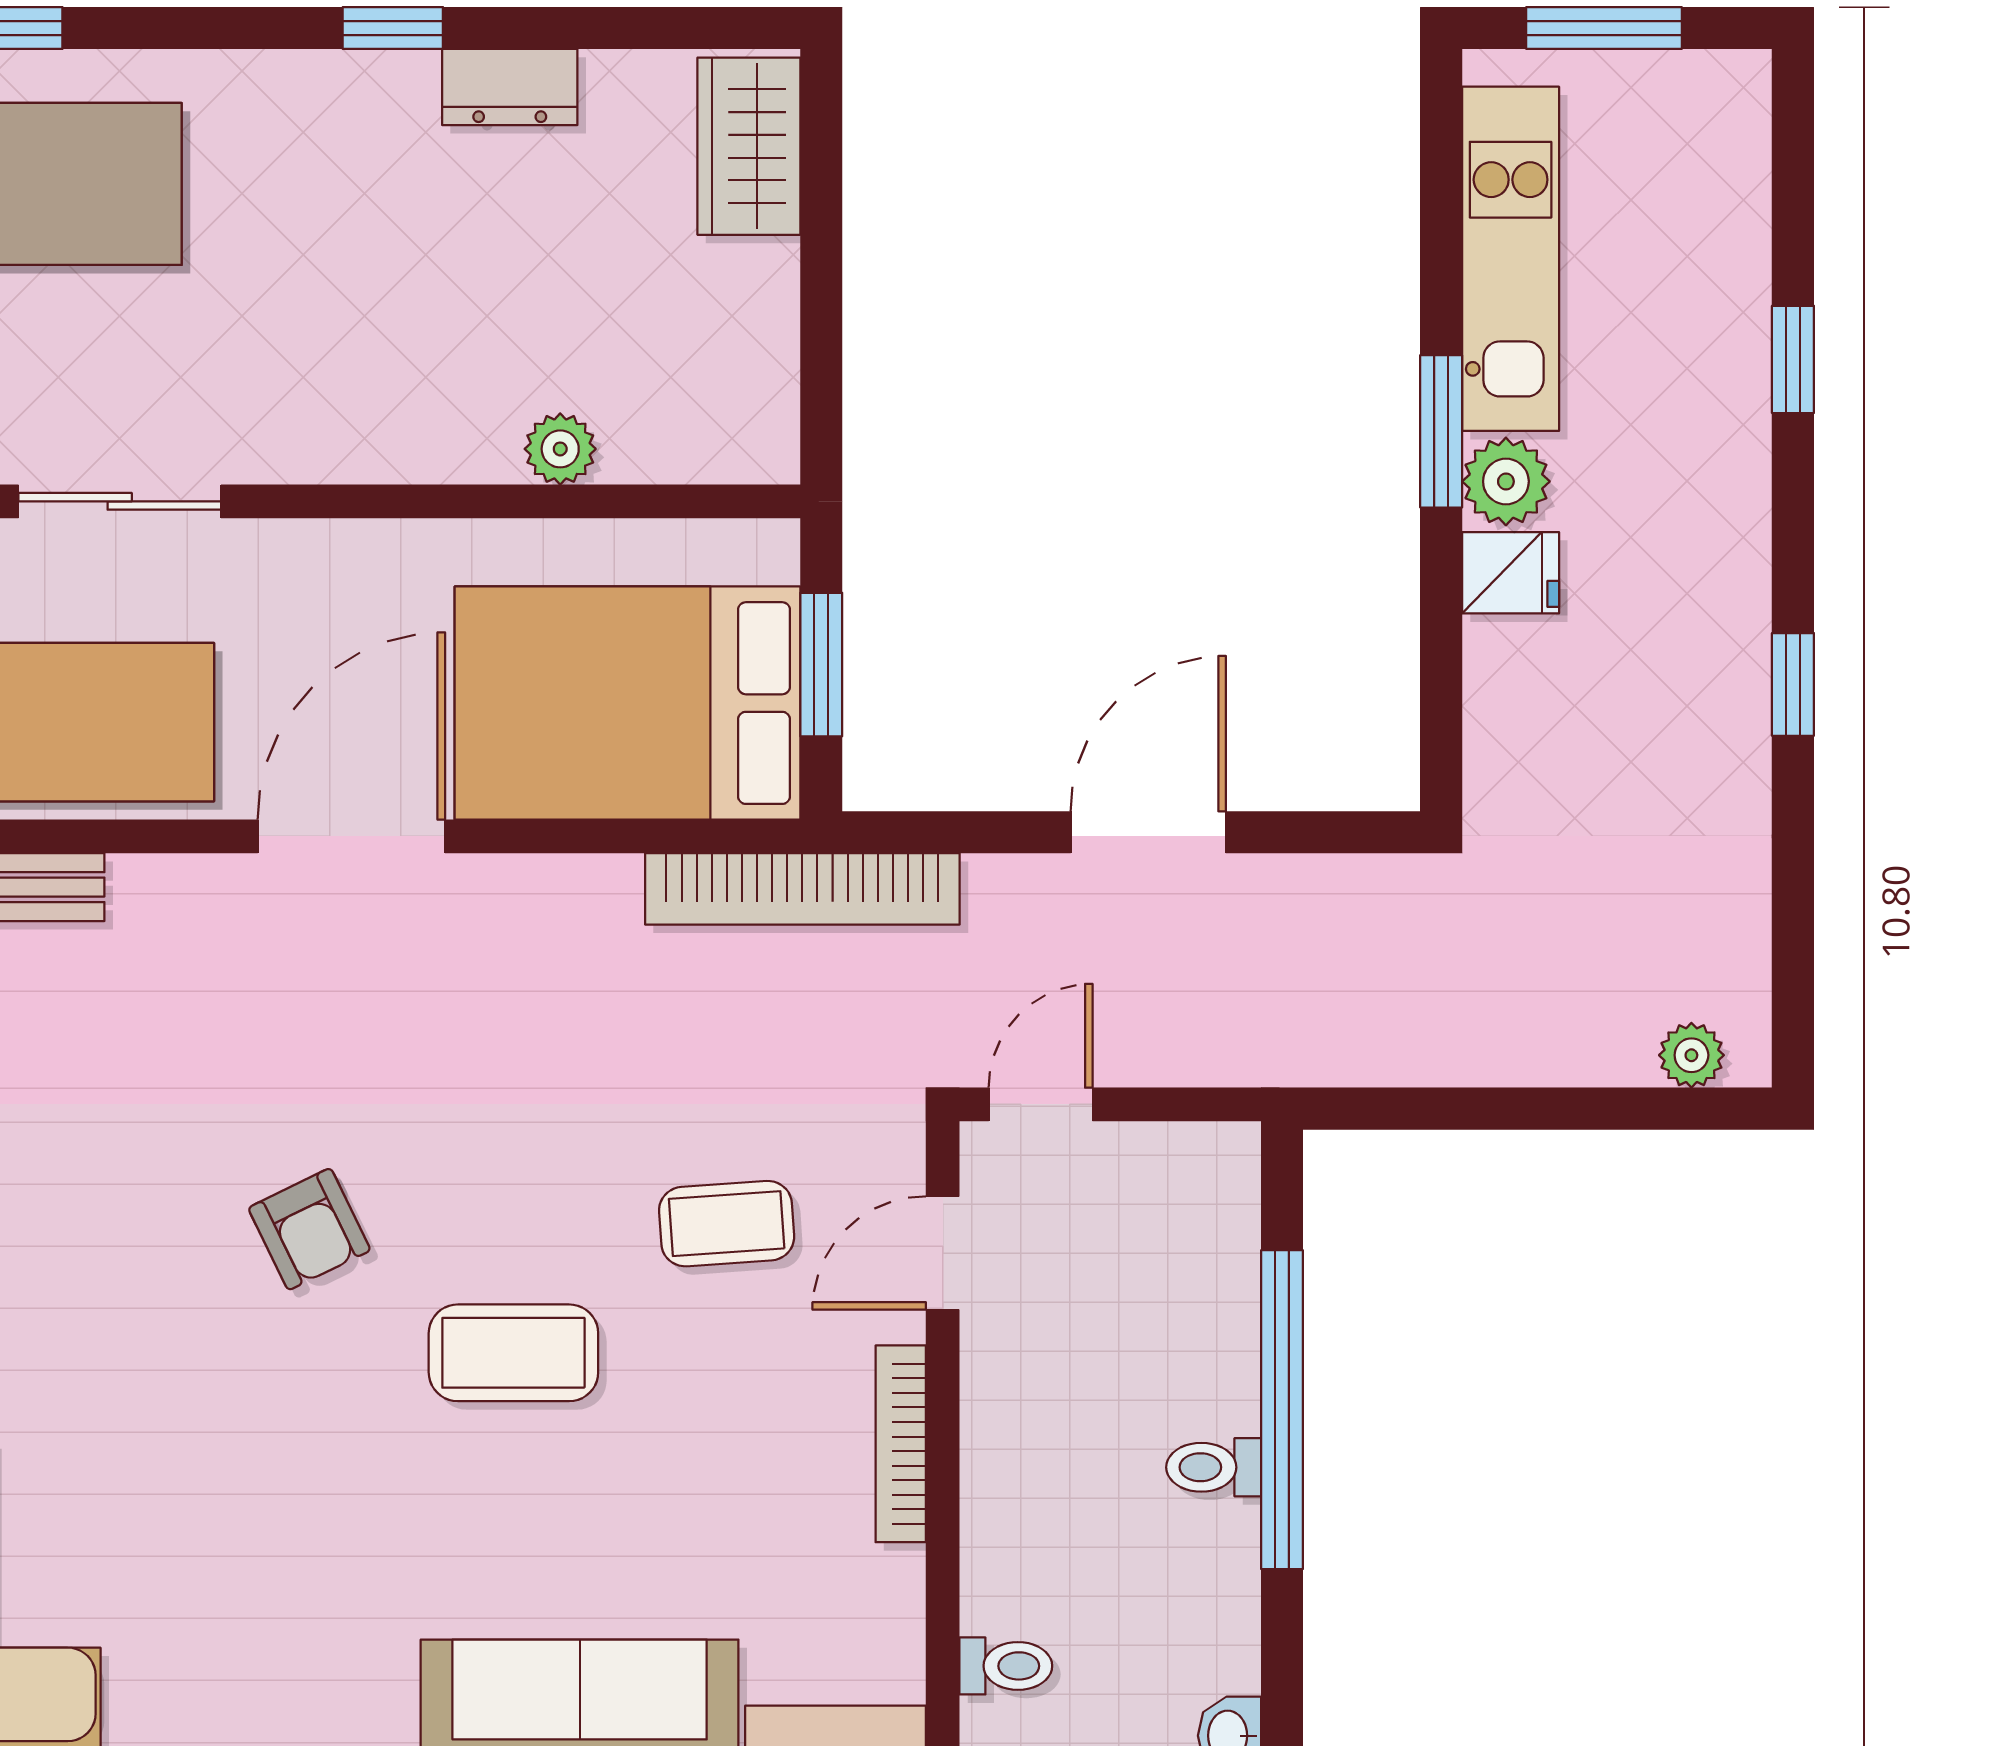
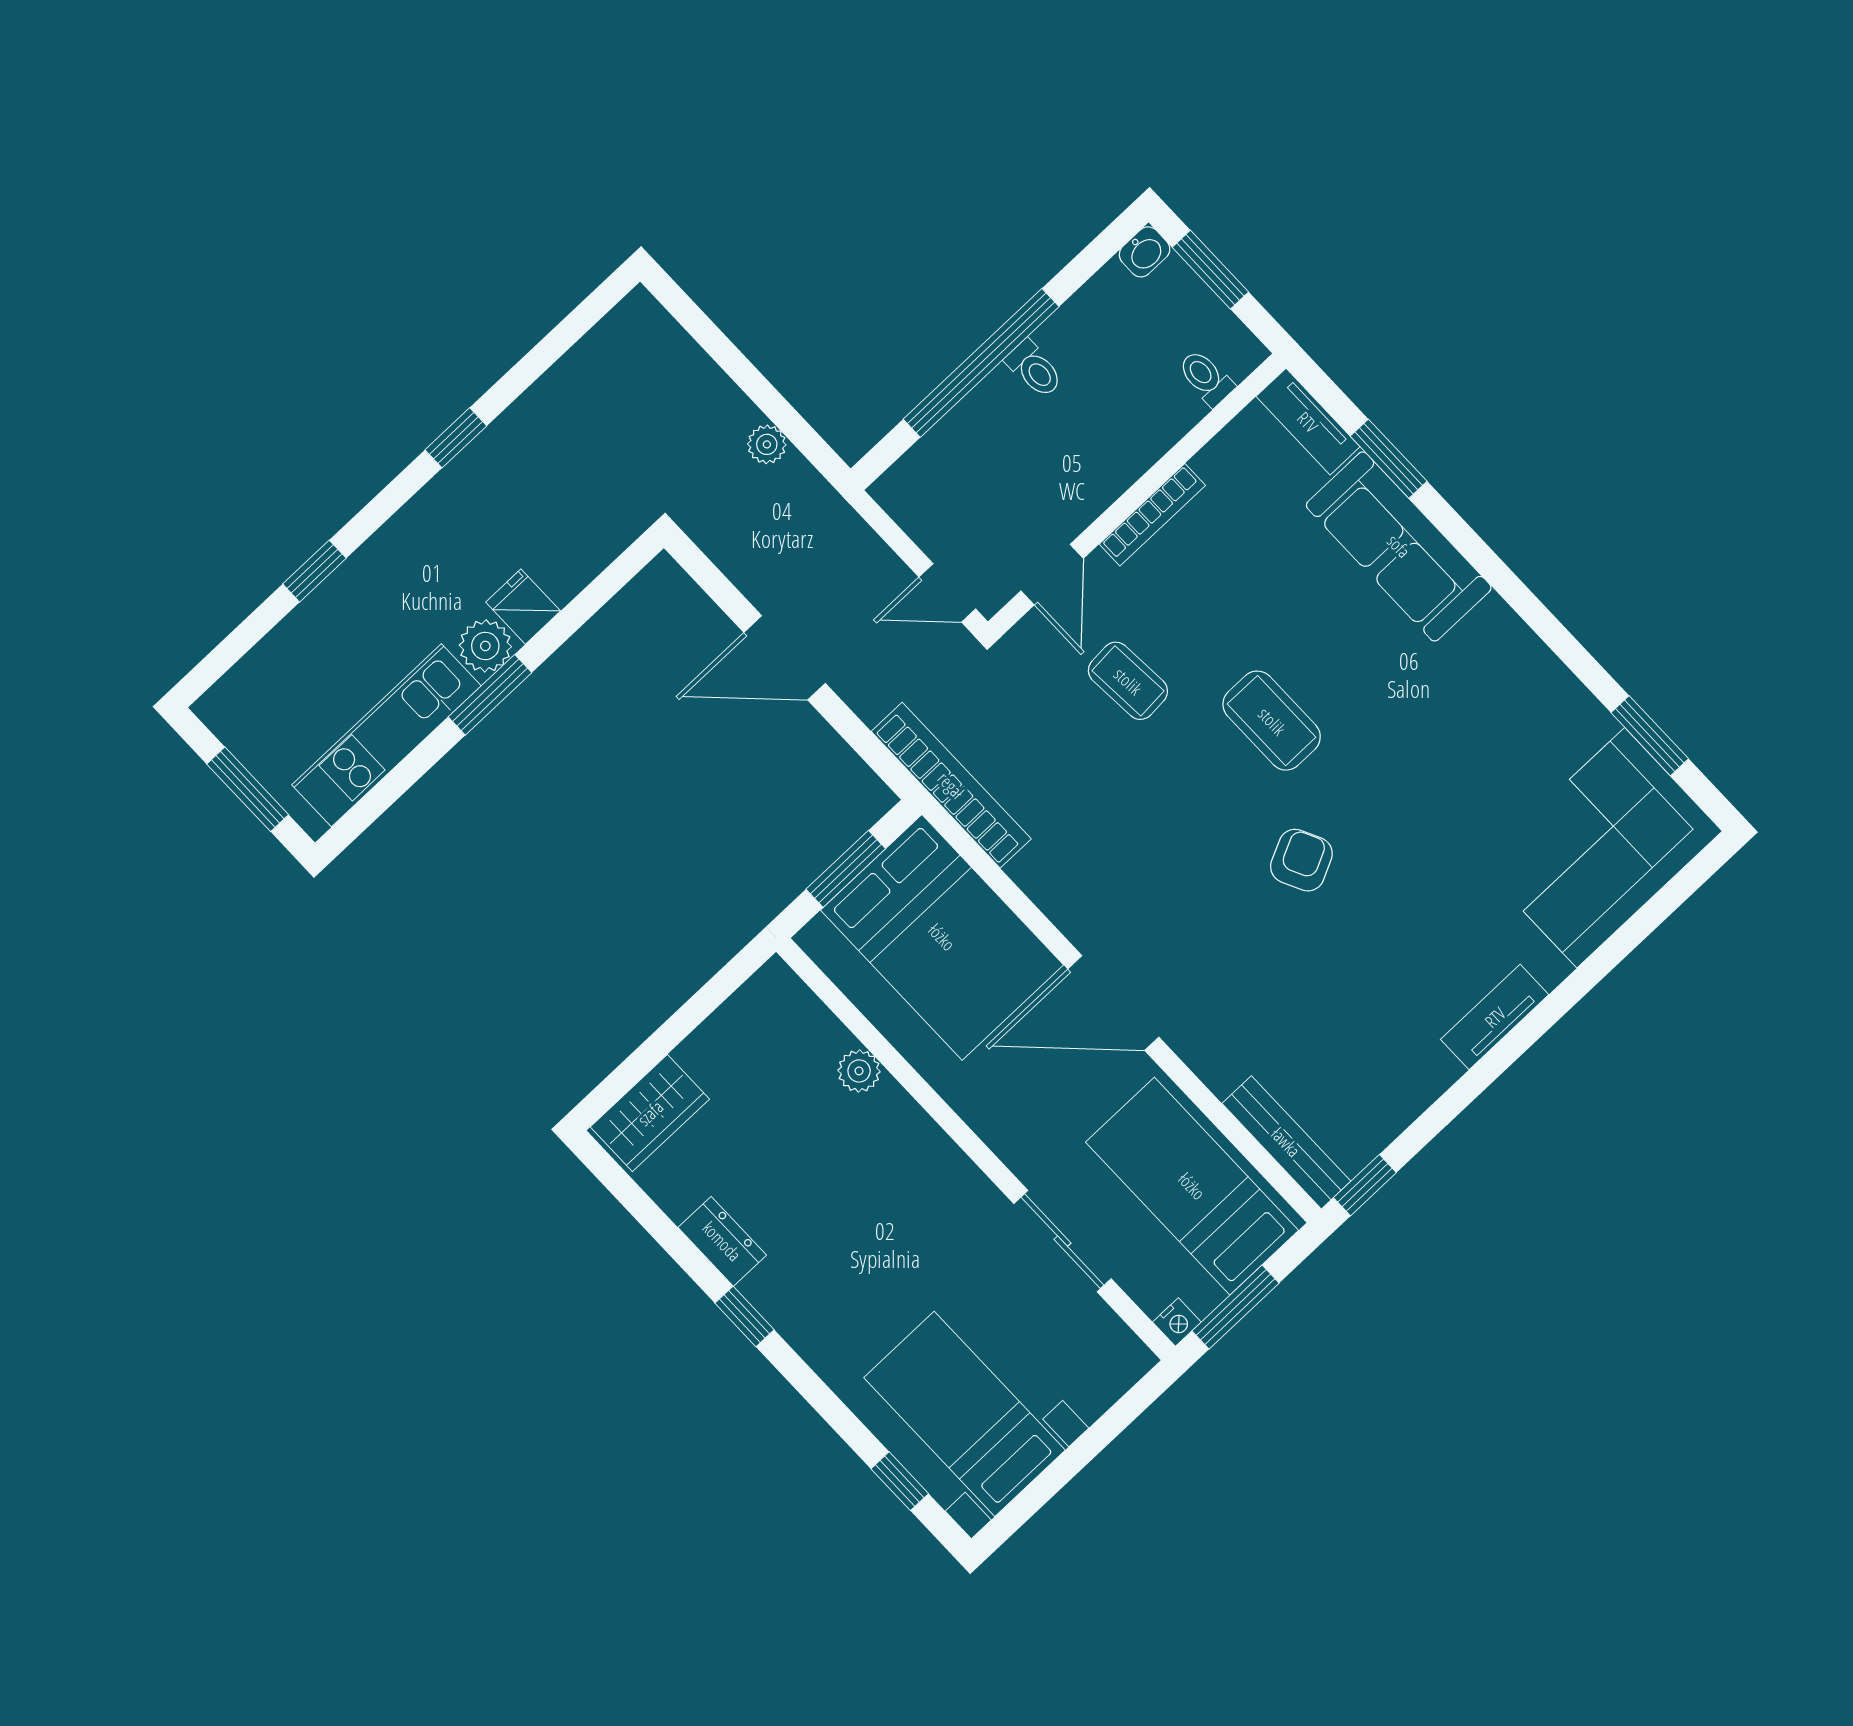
plant: (1691, 1055) -> (767, 444), moved
door: (943, 1253) -> (1052, 575), hinge flipped

